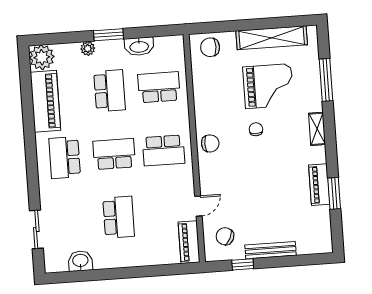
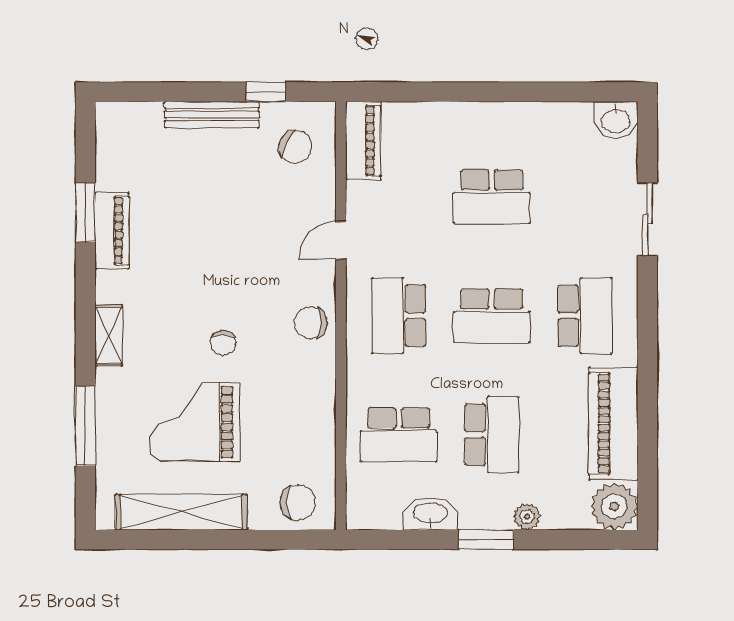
school desk: (110, 91) -> (492, 435), turned 180
school desk: (164, 150) -> (399, 316), turned -90
door: (198, 206) -> (341, 240), moved
school desk: (119, 217) -> (492, 197), turned -90
sliding door: (36, 229) -> (647, 219), moved
washbasin: (80, 261) -> (616, 120), moved

